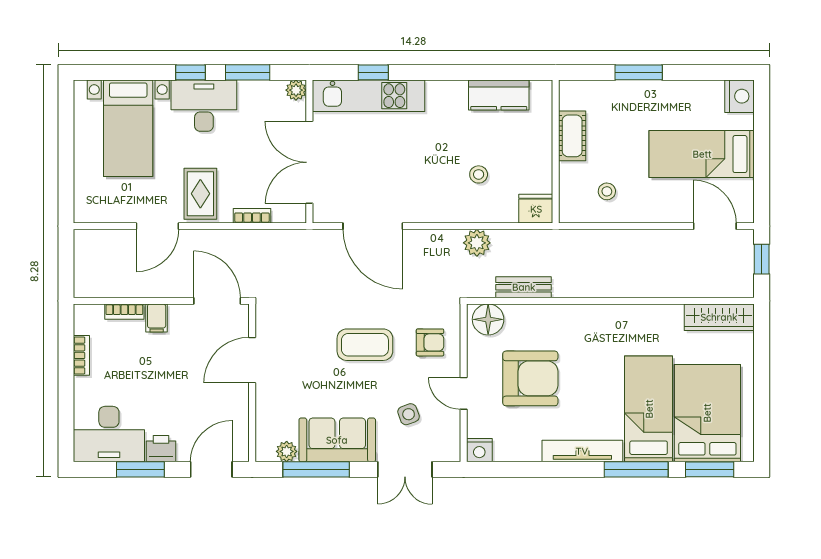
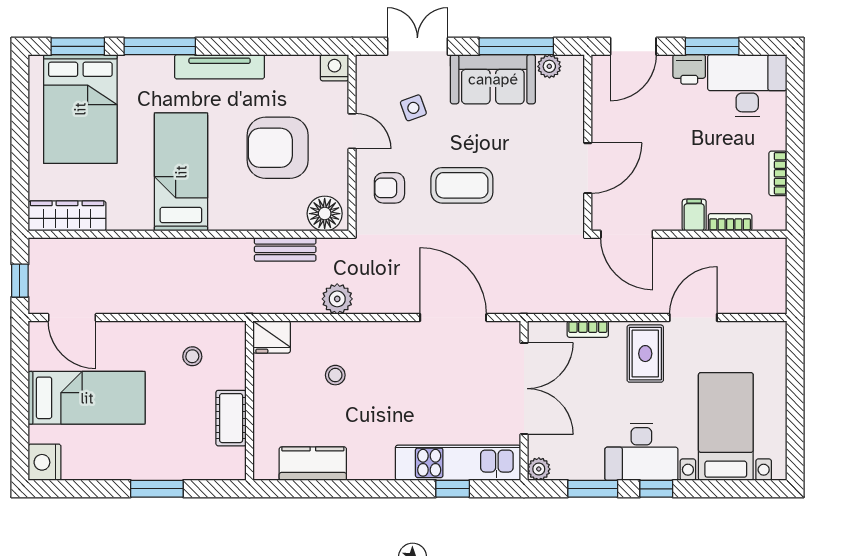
bed: (649, 409) -> (181, 172), moved, turned 180

